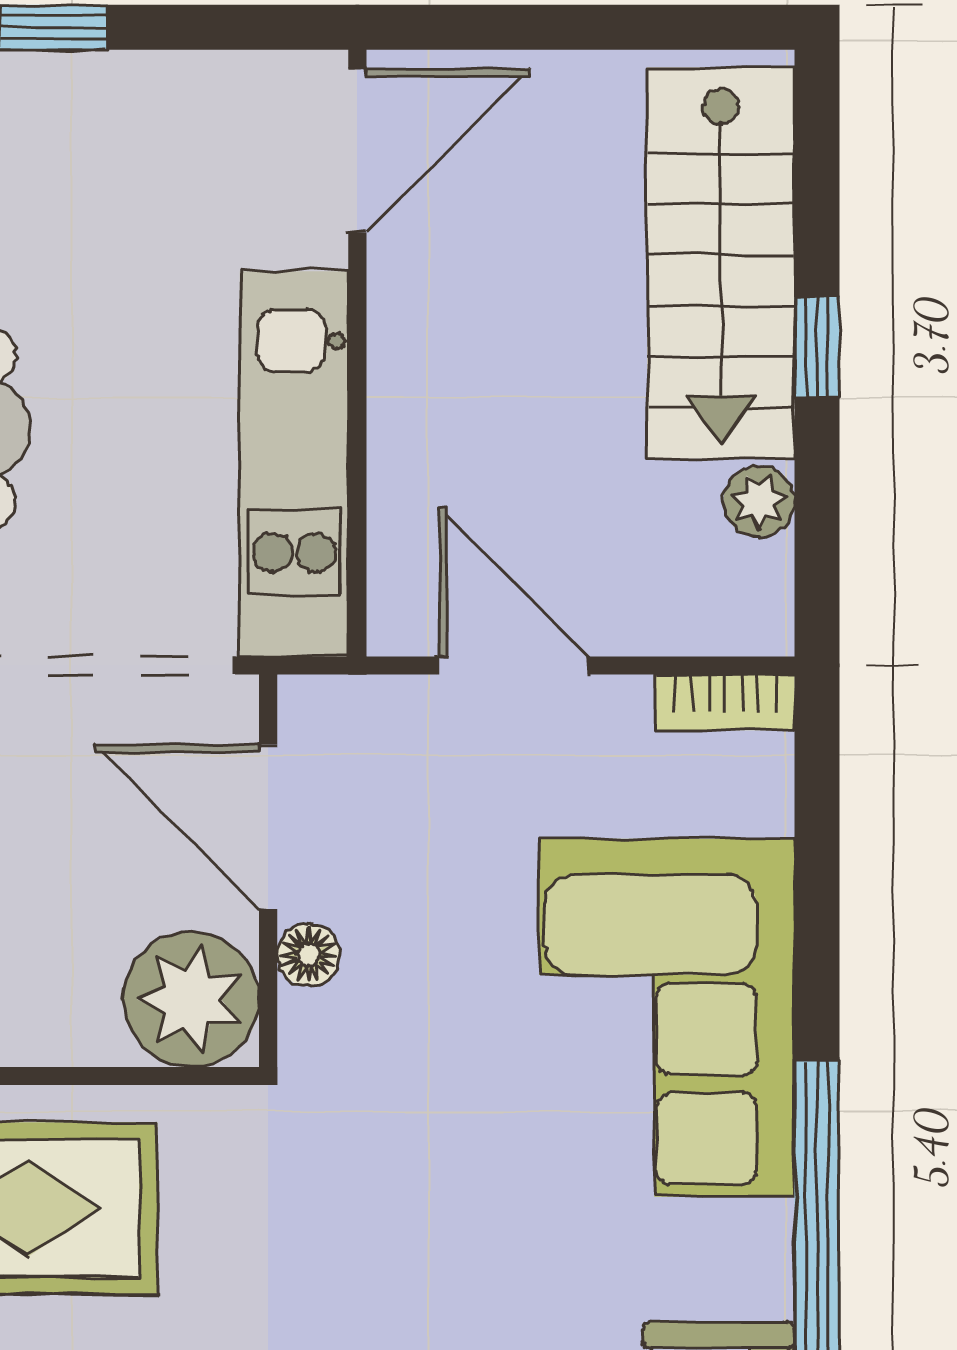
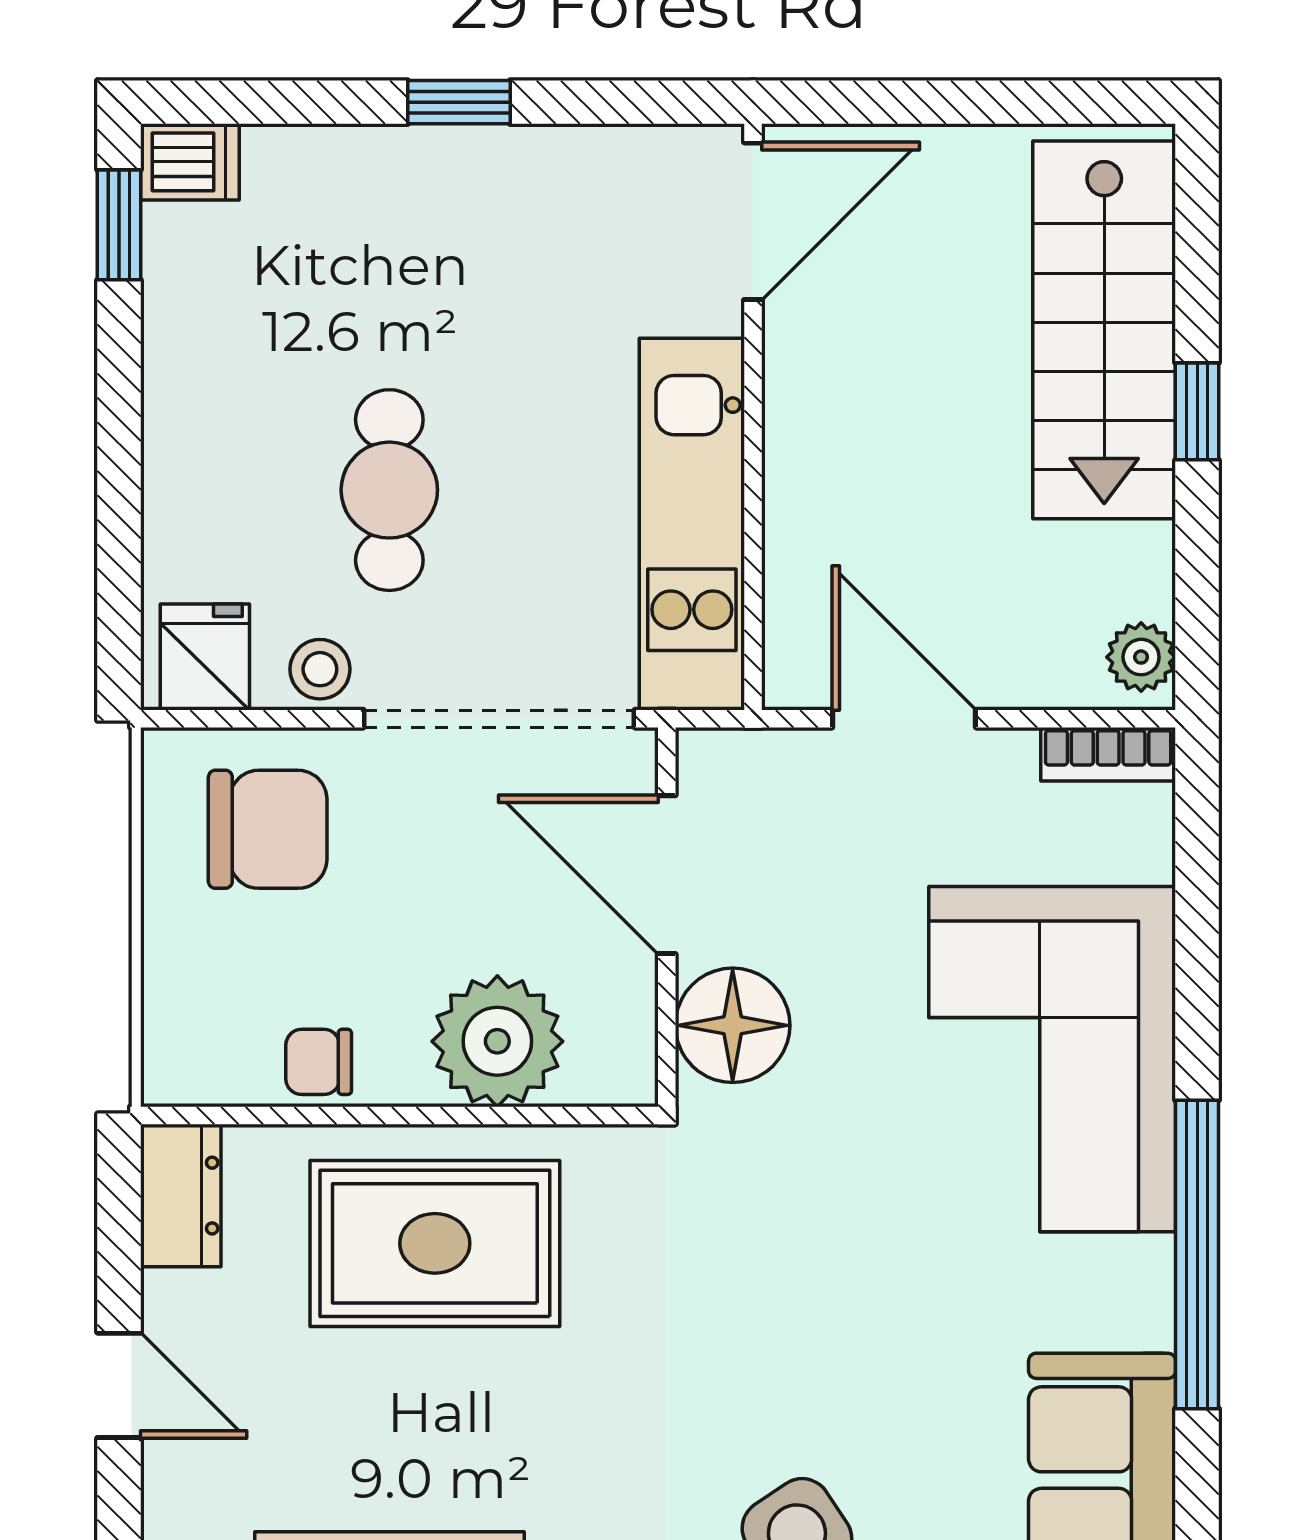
plant: (759, 501) -> (1141, 657), moved
floor lamp: (308, 955) -> (733, 1025), width x1.89, depth x1.89
plant: (191, 999) -> (497, 1041), moved

